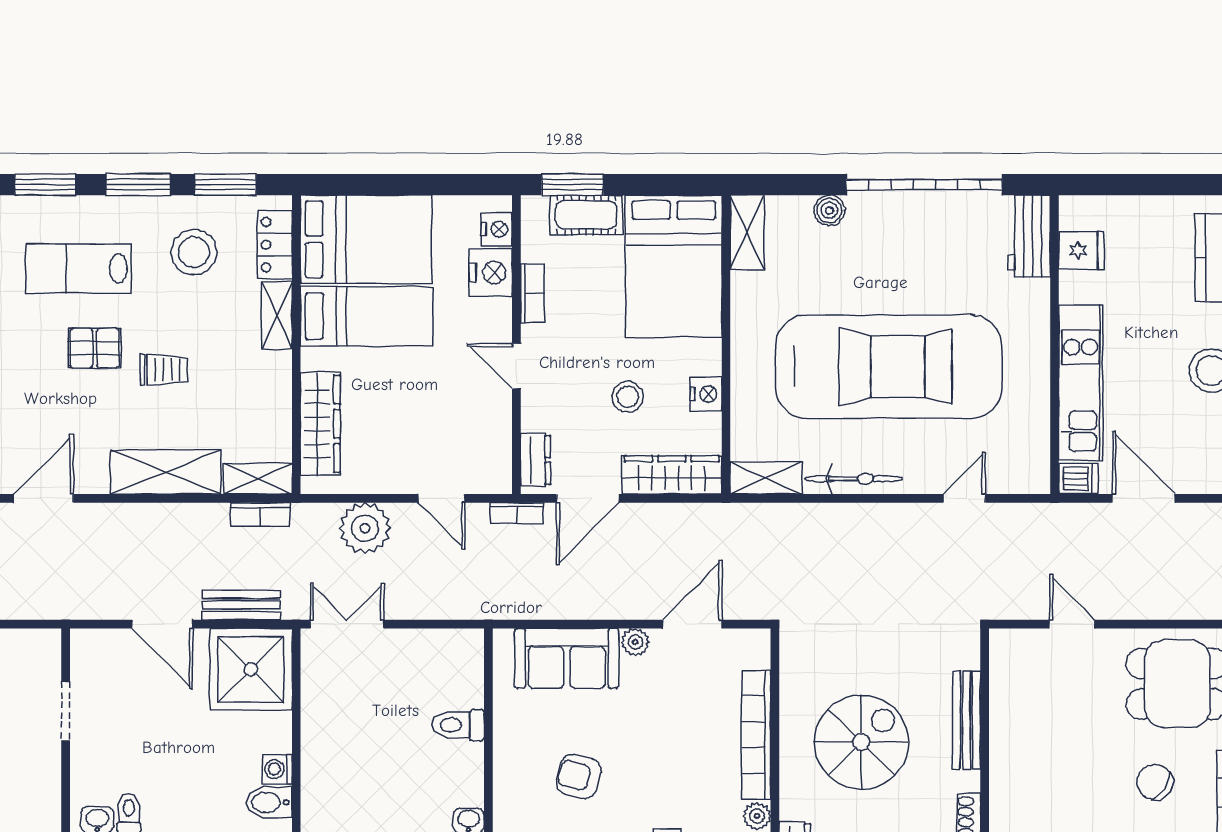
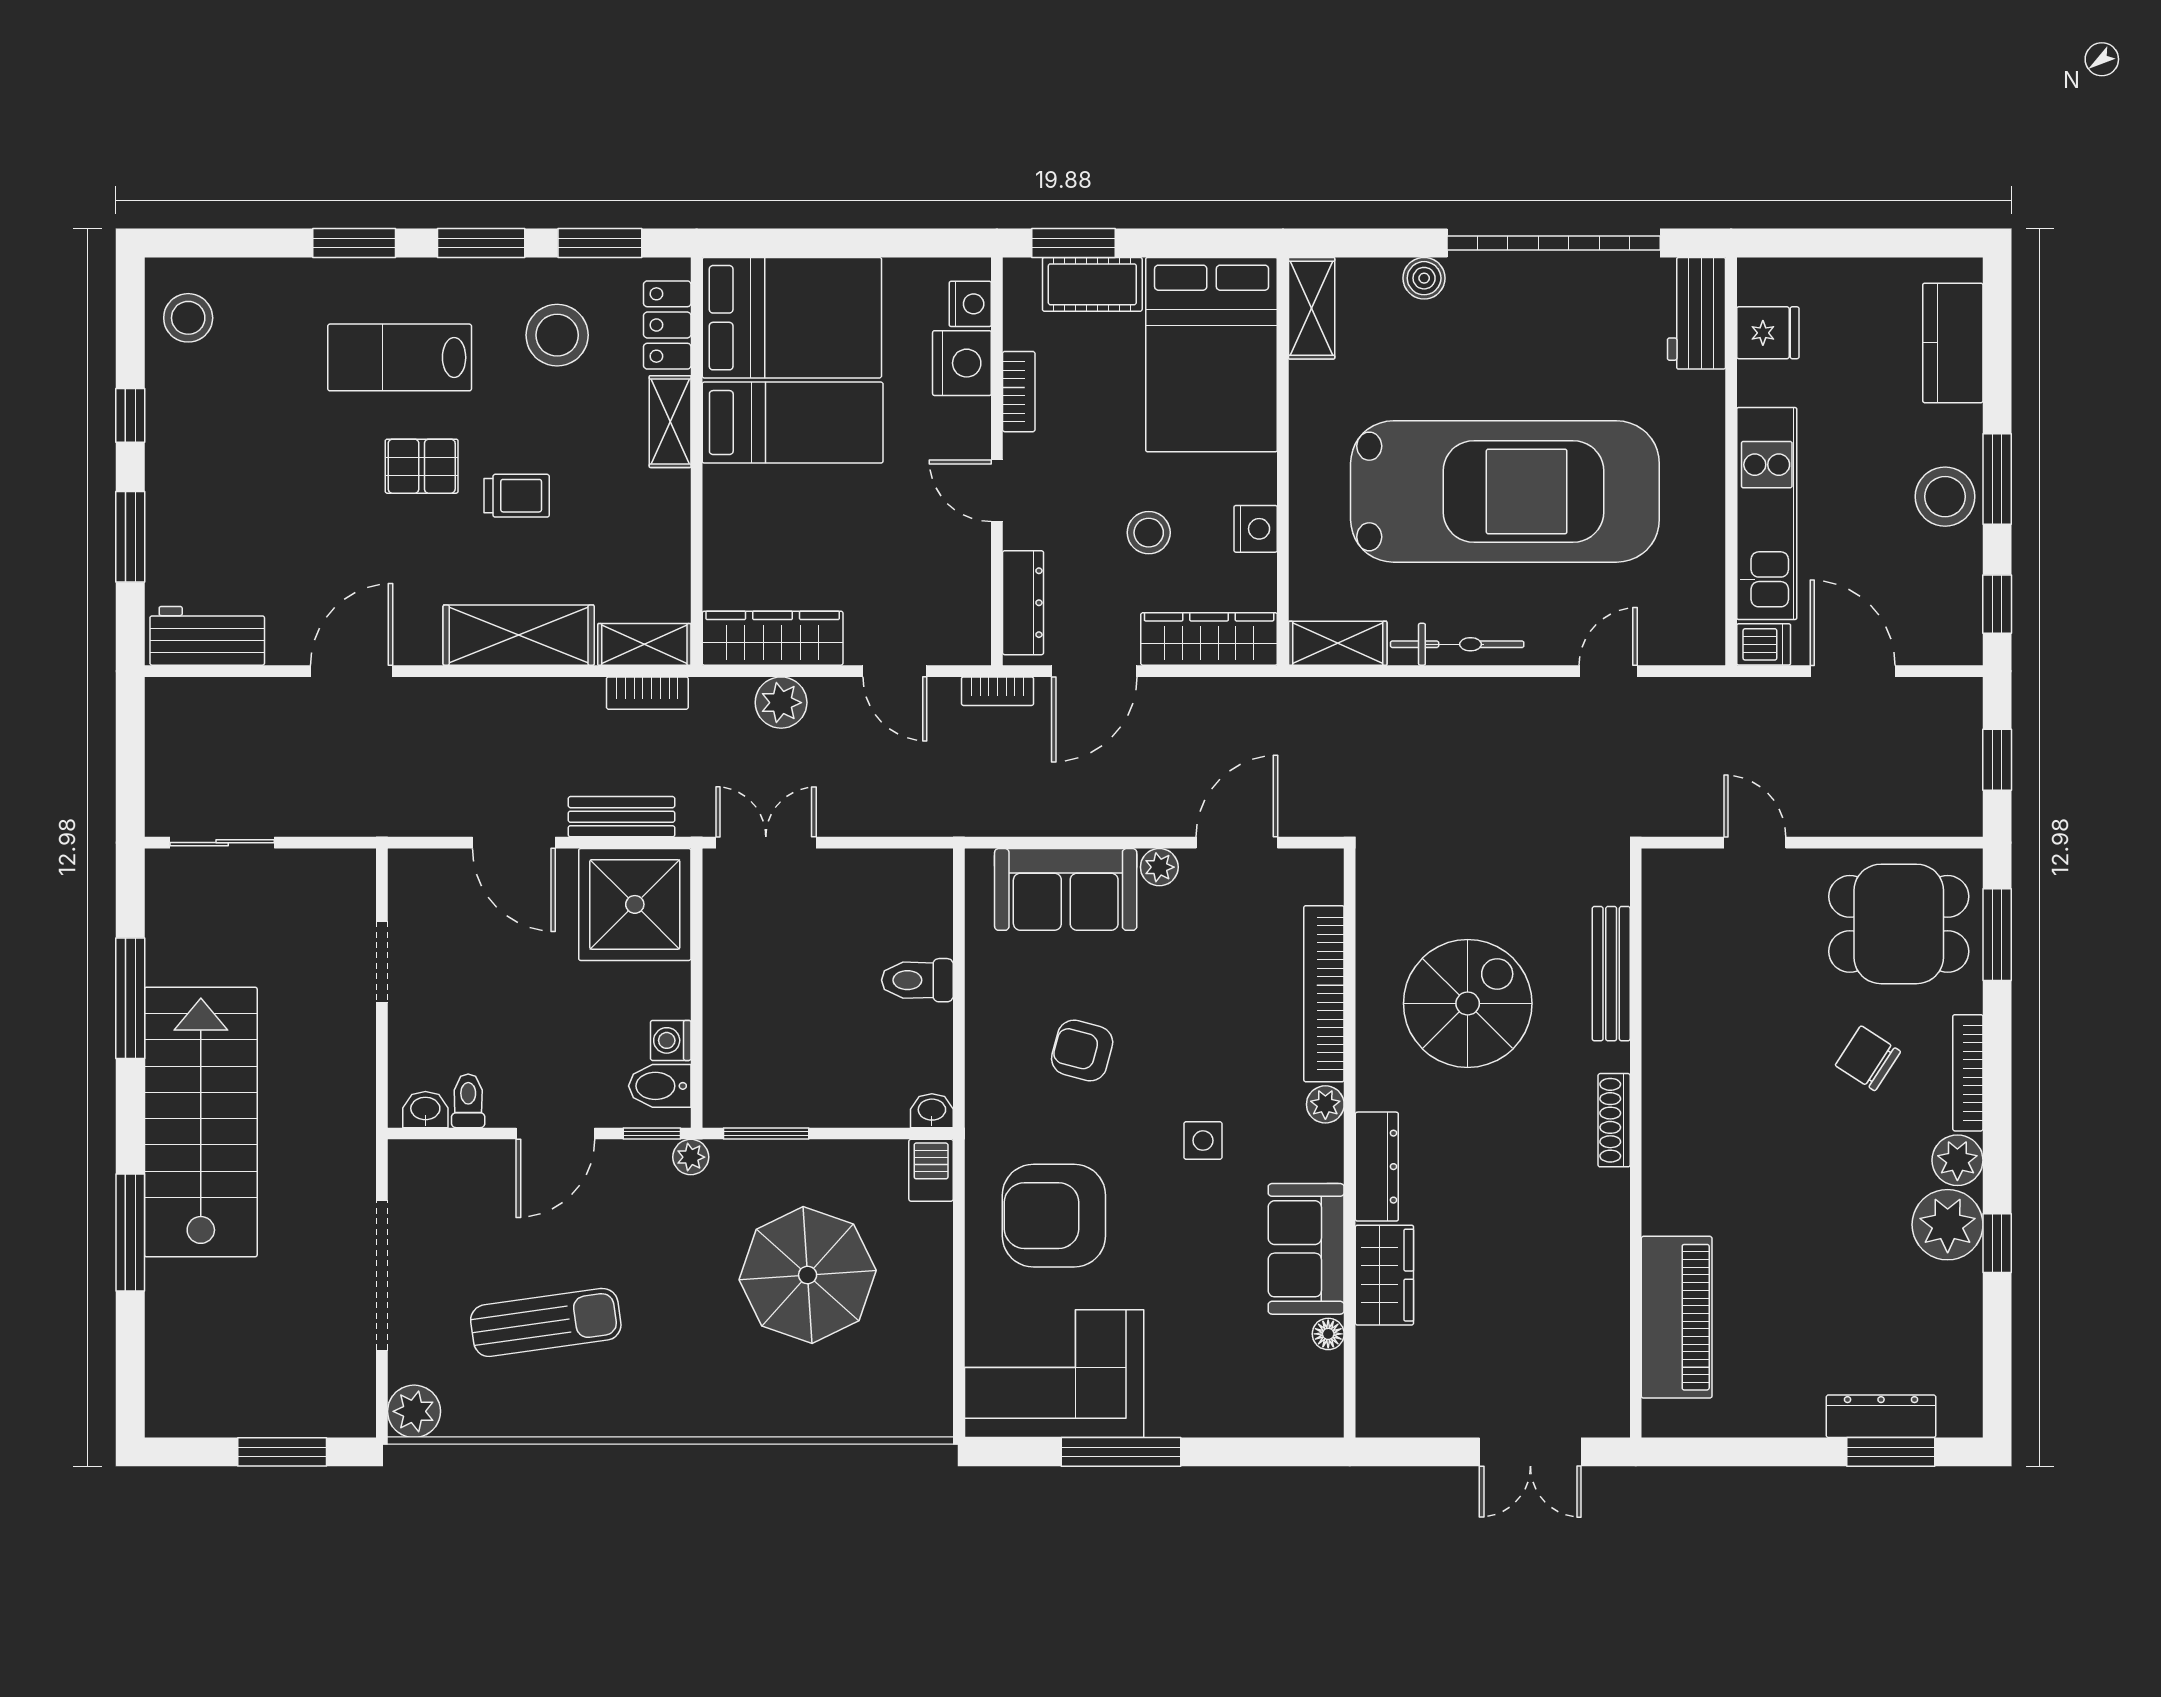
wardrobe: (320, 424) -> (773, 638), moved, turned -90
dresser: (535, 460) -> (1023, 603), width x1.44
plant: (365, 528) -> (781, 703), width x0.73, depth x0.73

